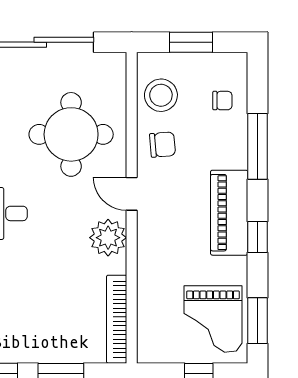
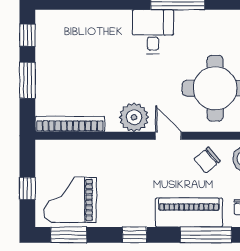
chair: (162, 145) -> (207, 160), turned 55
door: (132, 194) -> (168, 136), hinge flipped
piano: (229, 213) -> (189, 213), moved

